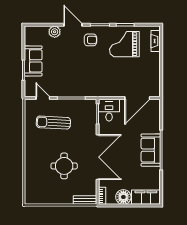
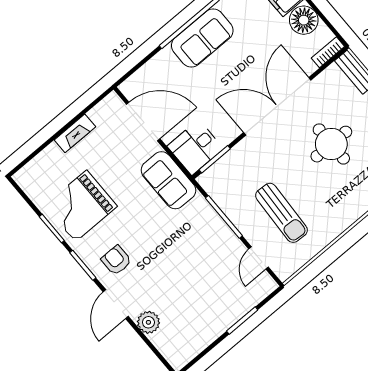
fireplace: (156, 41) -> (75, 133), moved
grand piano: (124, 44) -> (81, 206), turned 90
sofa: (33, 61) -> (168, 180), moved, turned -90

